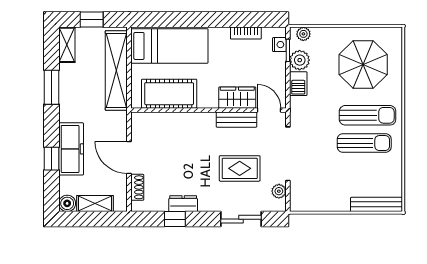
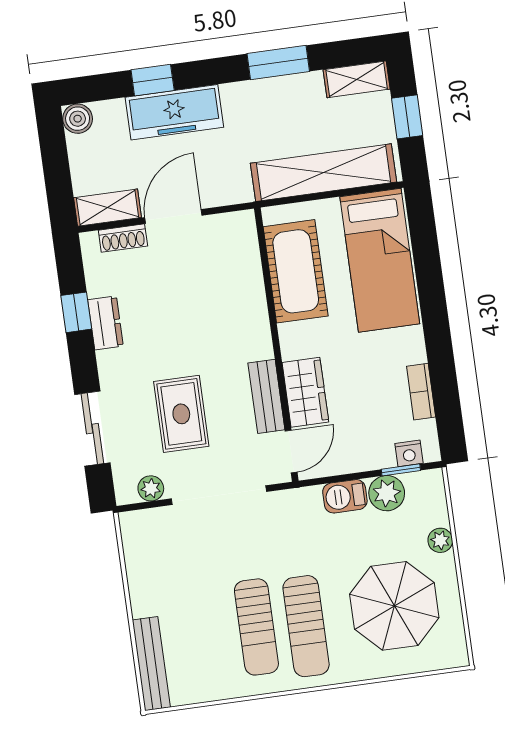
plant: (303, 34) -> (440, 540), moved
shelving: (95, 204) -> (107, 208), moved, turned 90

